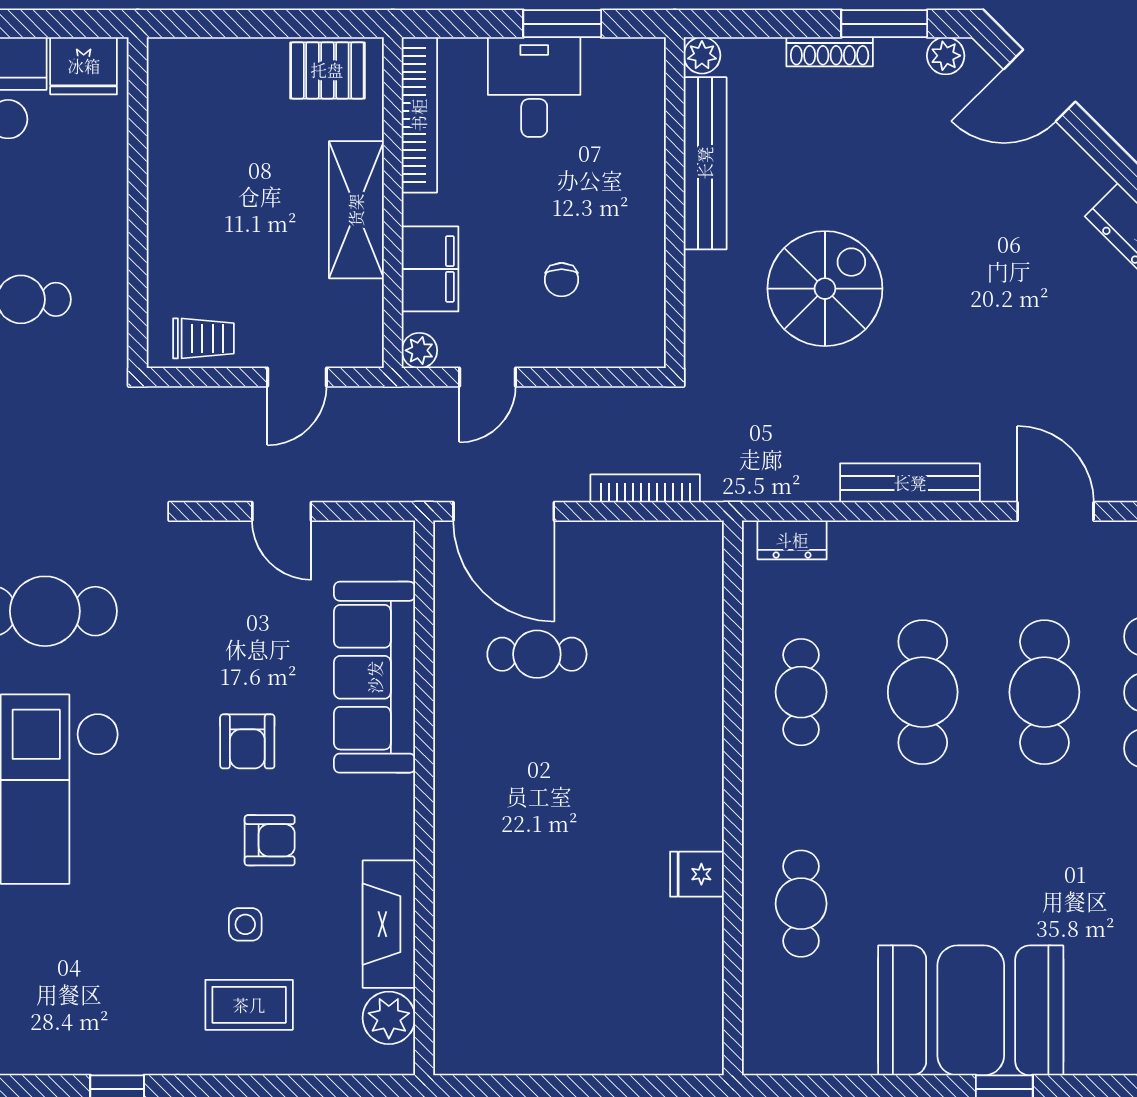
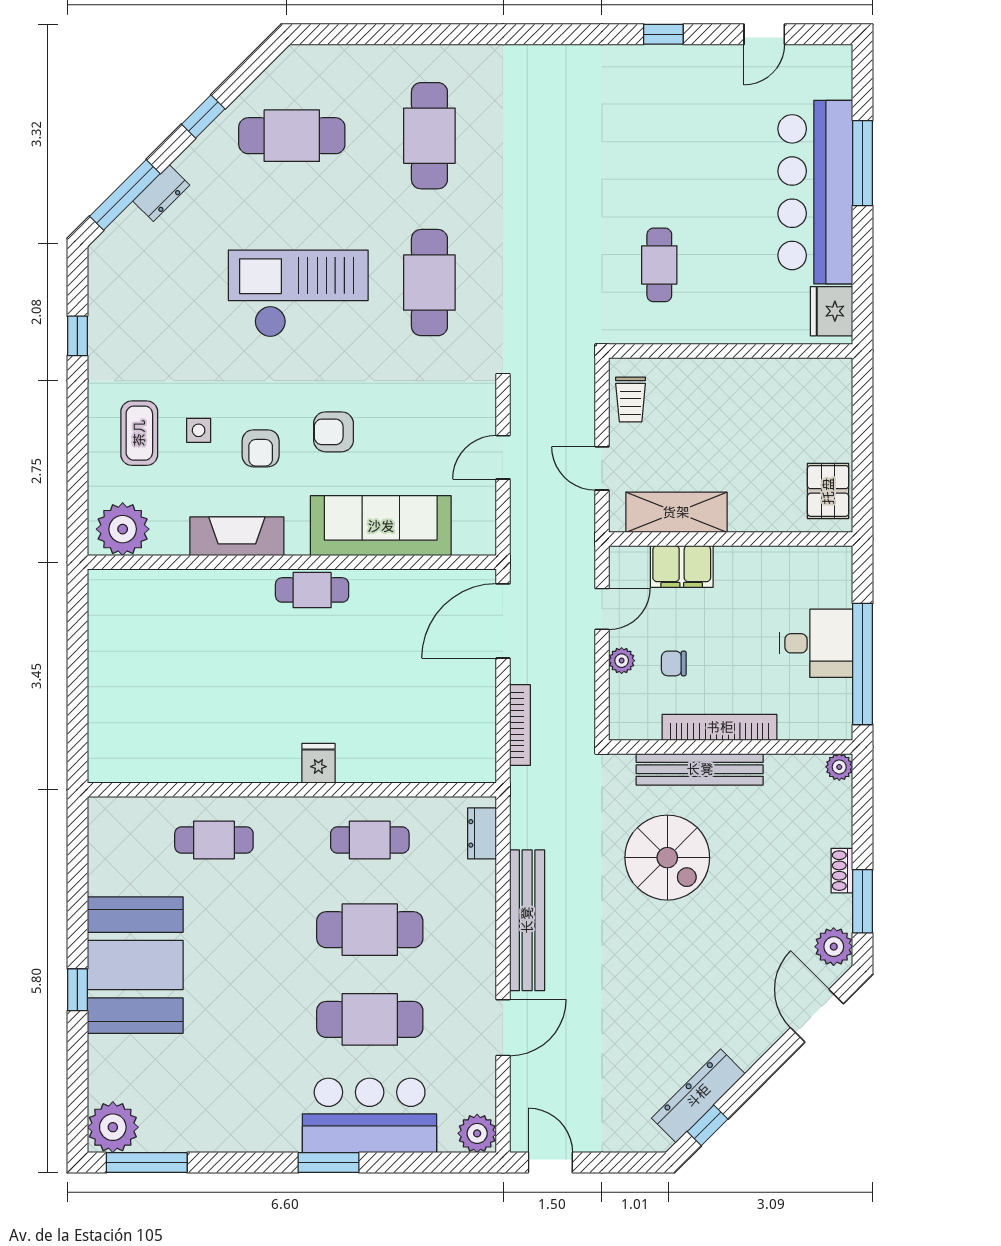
window: (562, 24) -> (863, 664), width x2.11
shoe rack: (830, 52) -> (842, 871), width x0.70
plant: (946, 56) -> (834, 947), width x1.38, depth x1.38
bookcase: (419, 115) -> (720, 727), moved, turned 180
bench: (705, 163) -> (700, 769), moved
shelving: (356, 210) -> (676, 512), moved
plant: (419, 350) -> (622, 661), moved
door: (488, 377) -> (602, 609), swing flipped
bench: (910, 483) -> (527, 920), width x1.37, depth x1.21
cafe table: (537, 654) -> (312, 590), moved, turned 90
fridge: (697, 874) -> (318, 763), moved
fireplace: (389, 924) -> (237, 536), moved
plant: (389, 1018) -> (123, 529), width x1.36, depth x1.36

